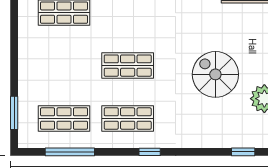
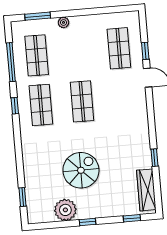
plant: (25, 81) -> (63, 22), added
window: (150, 152) -> (15, 106), moved

